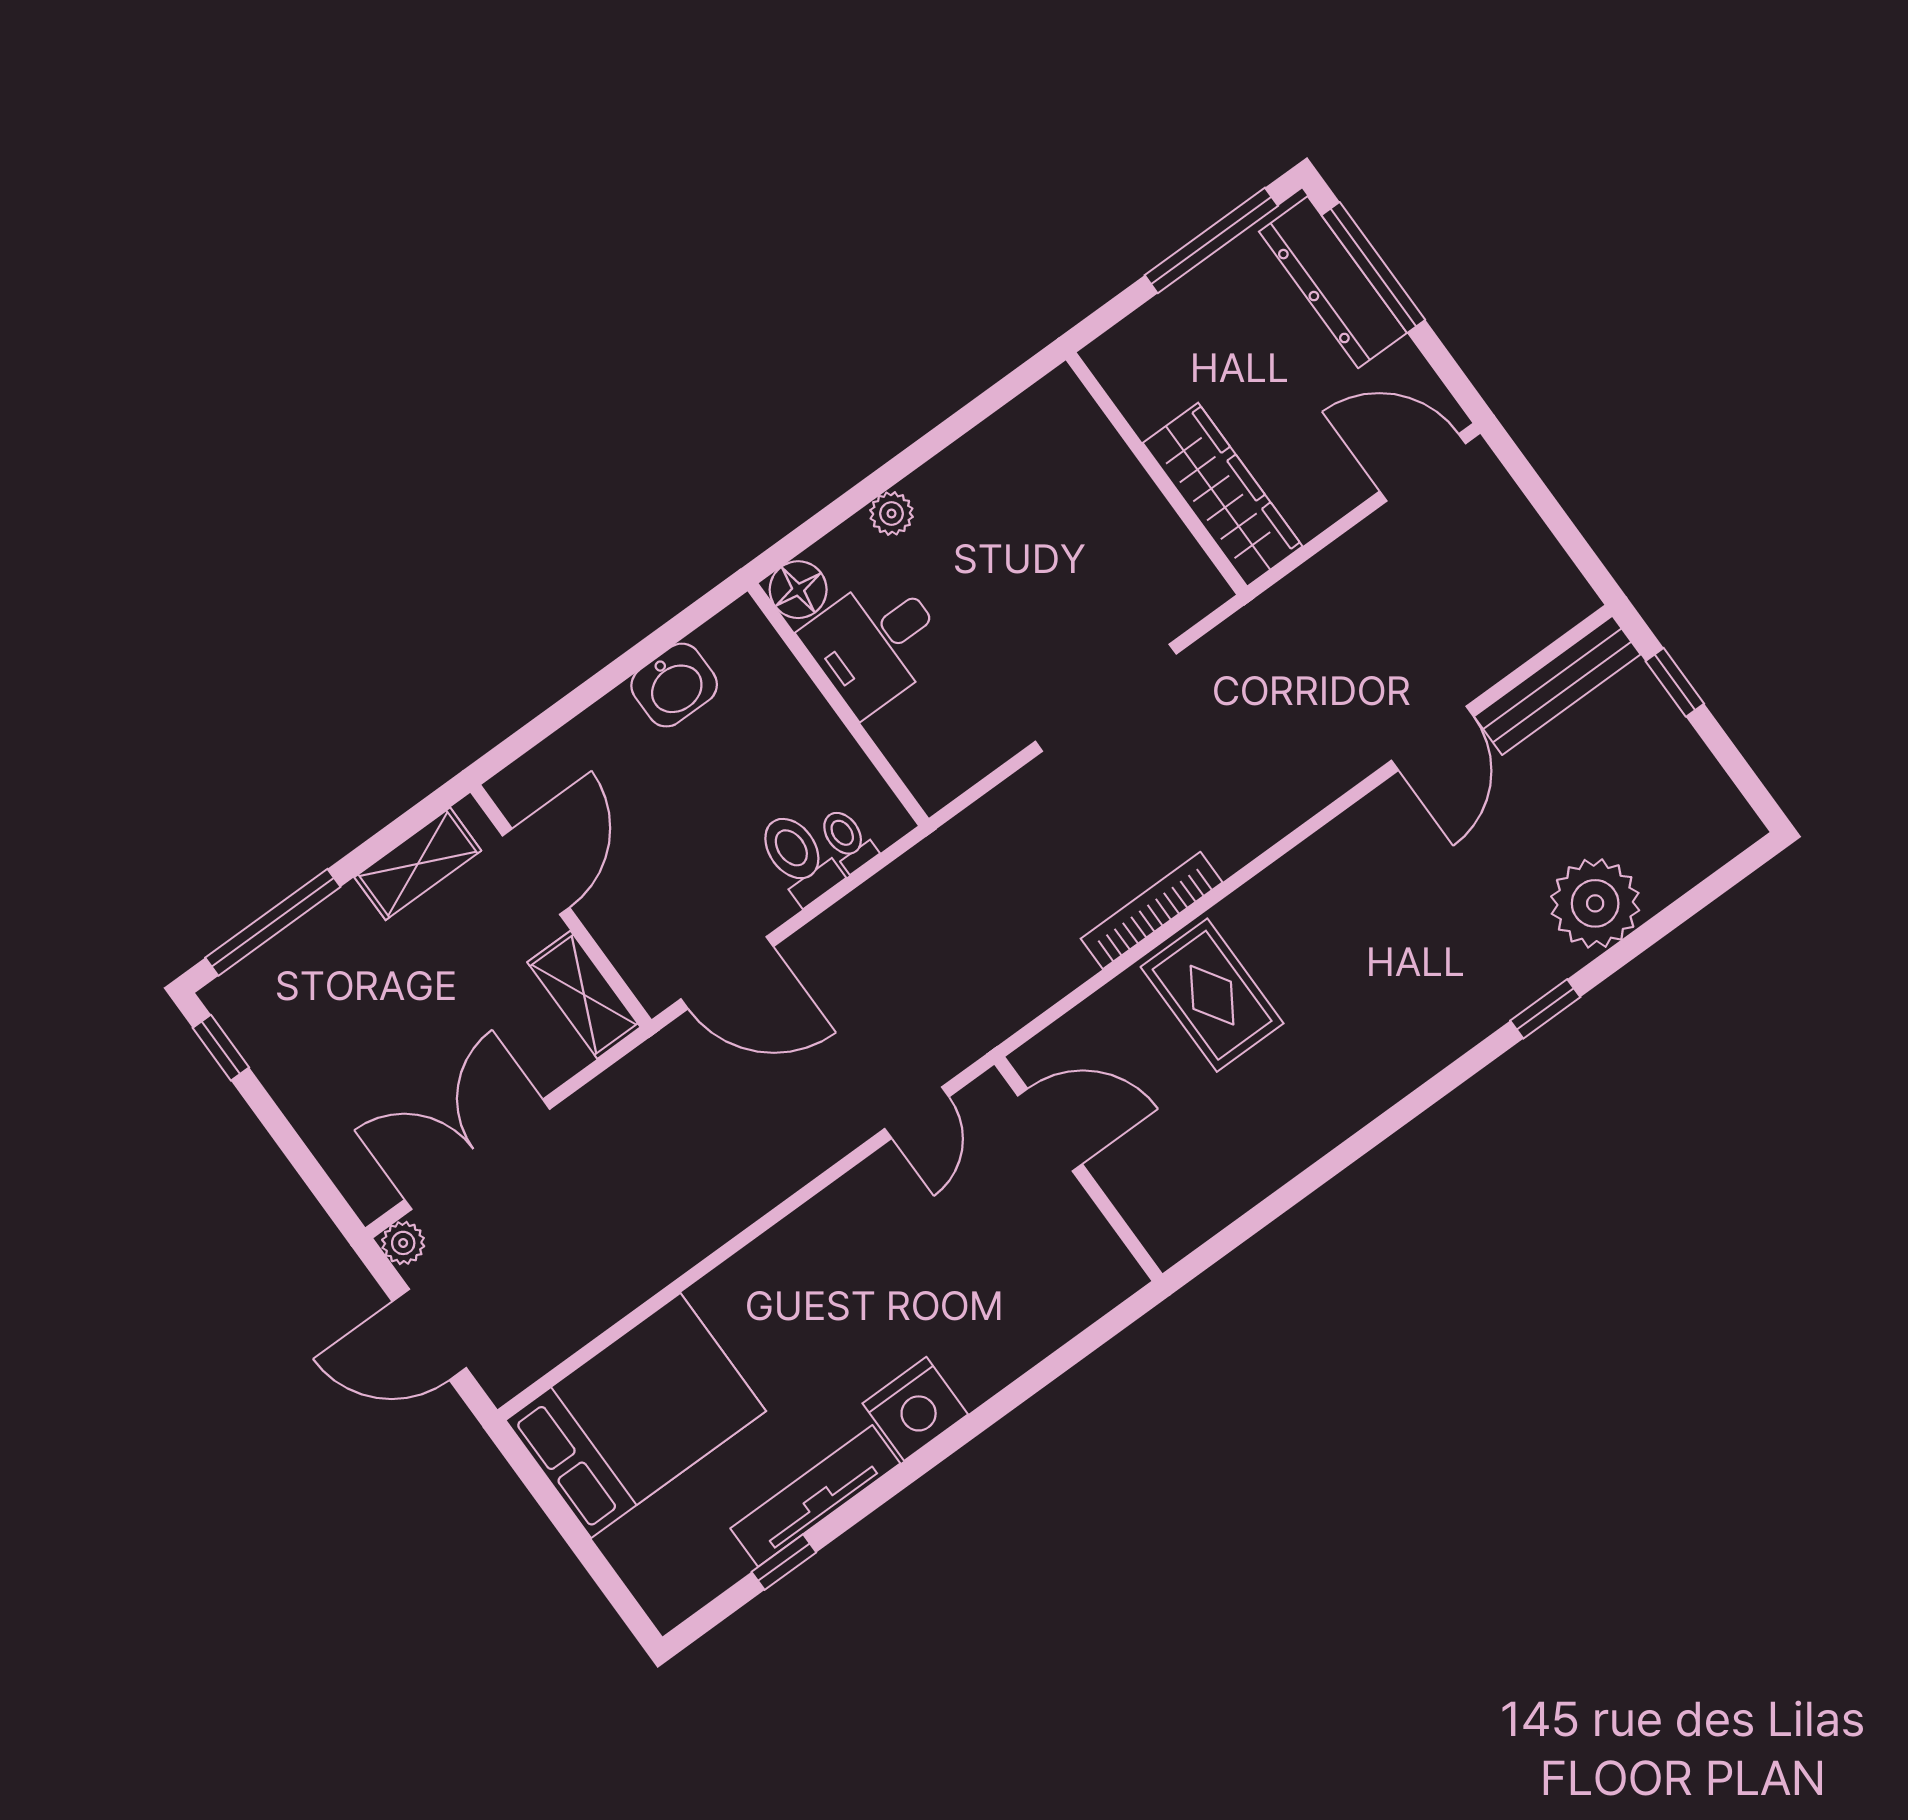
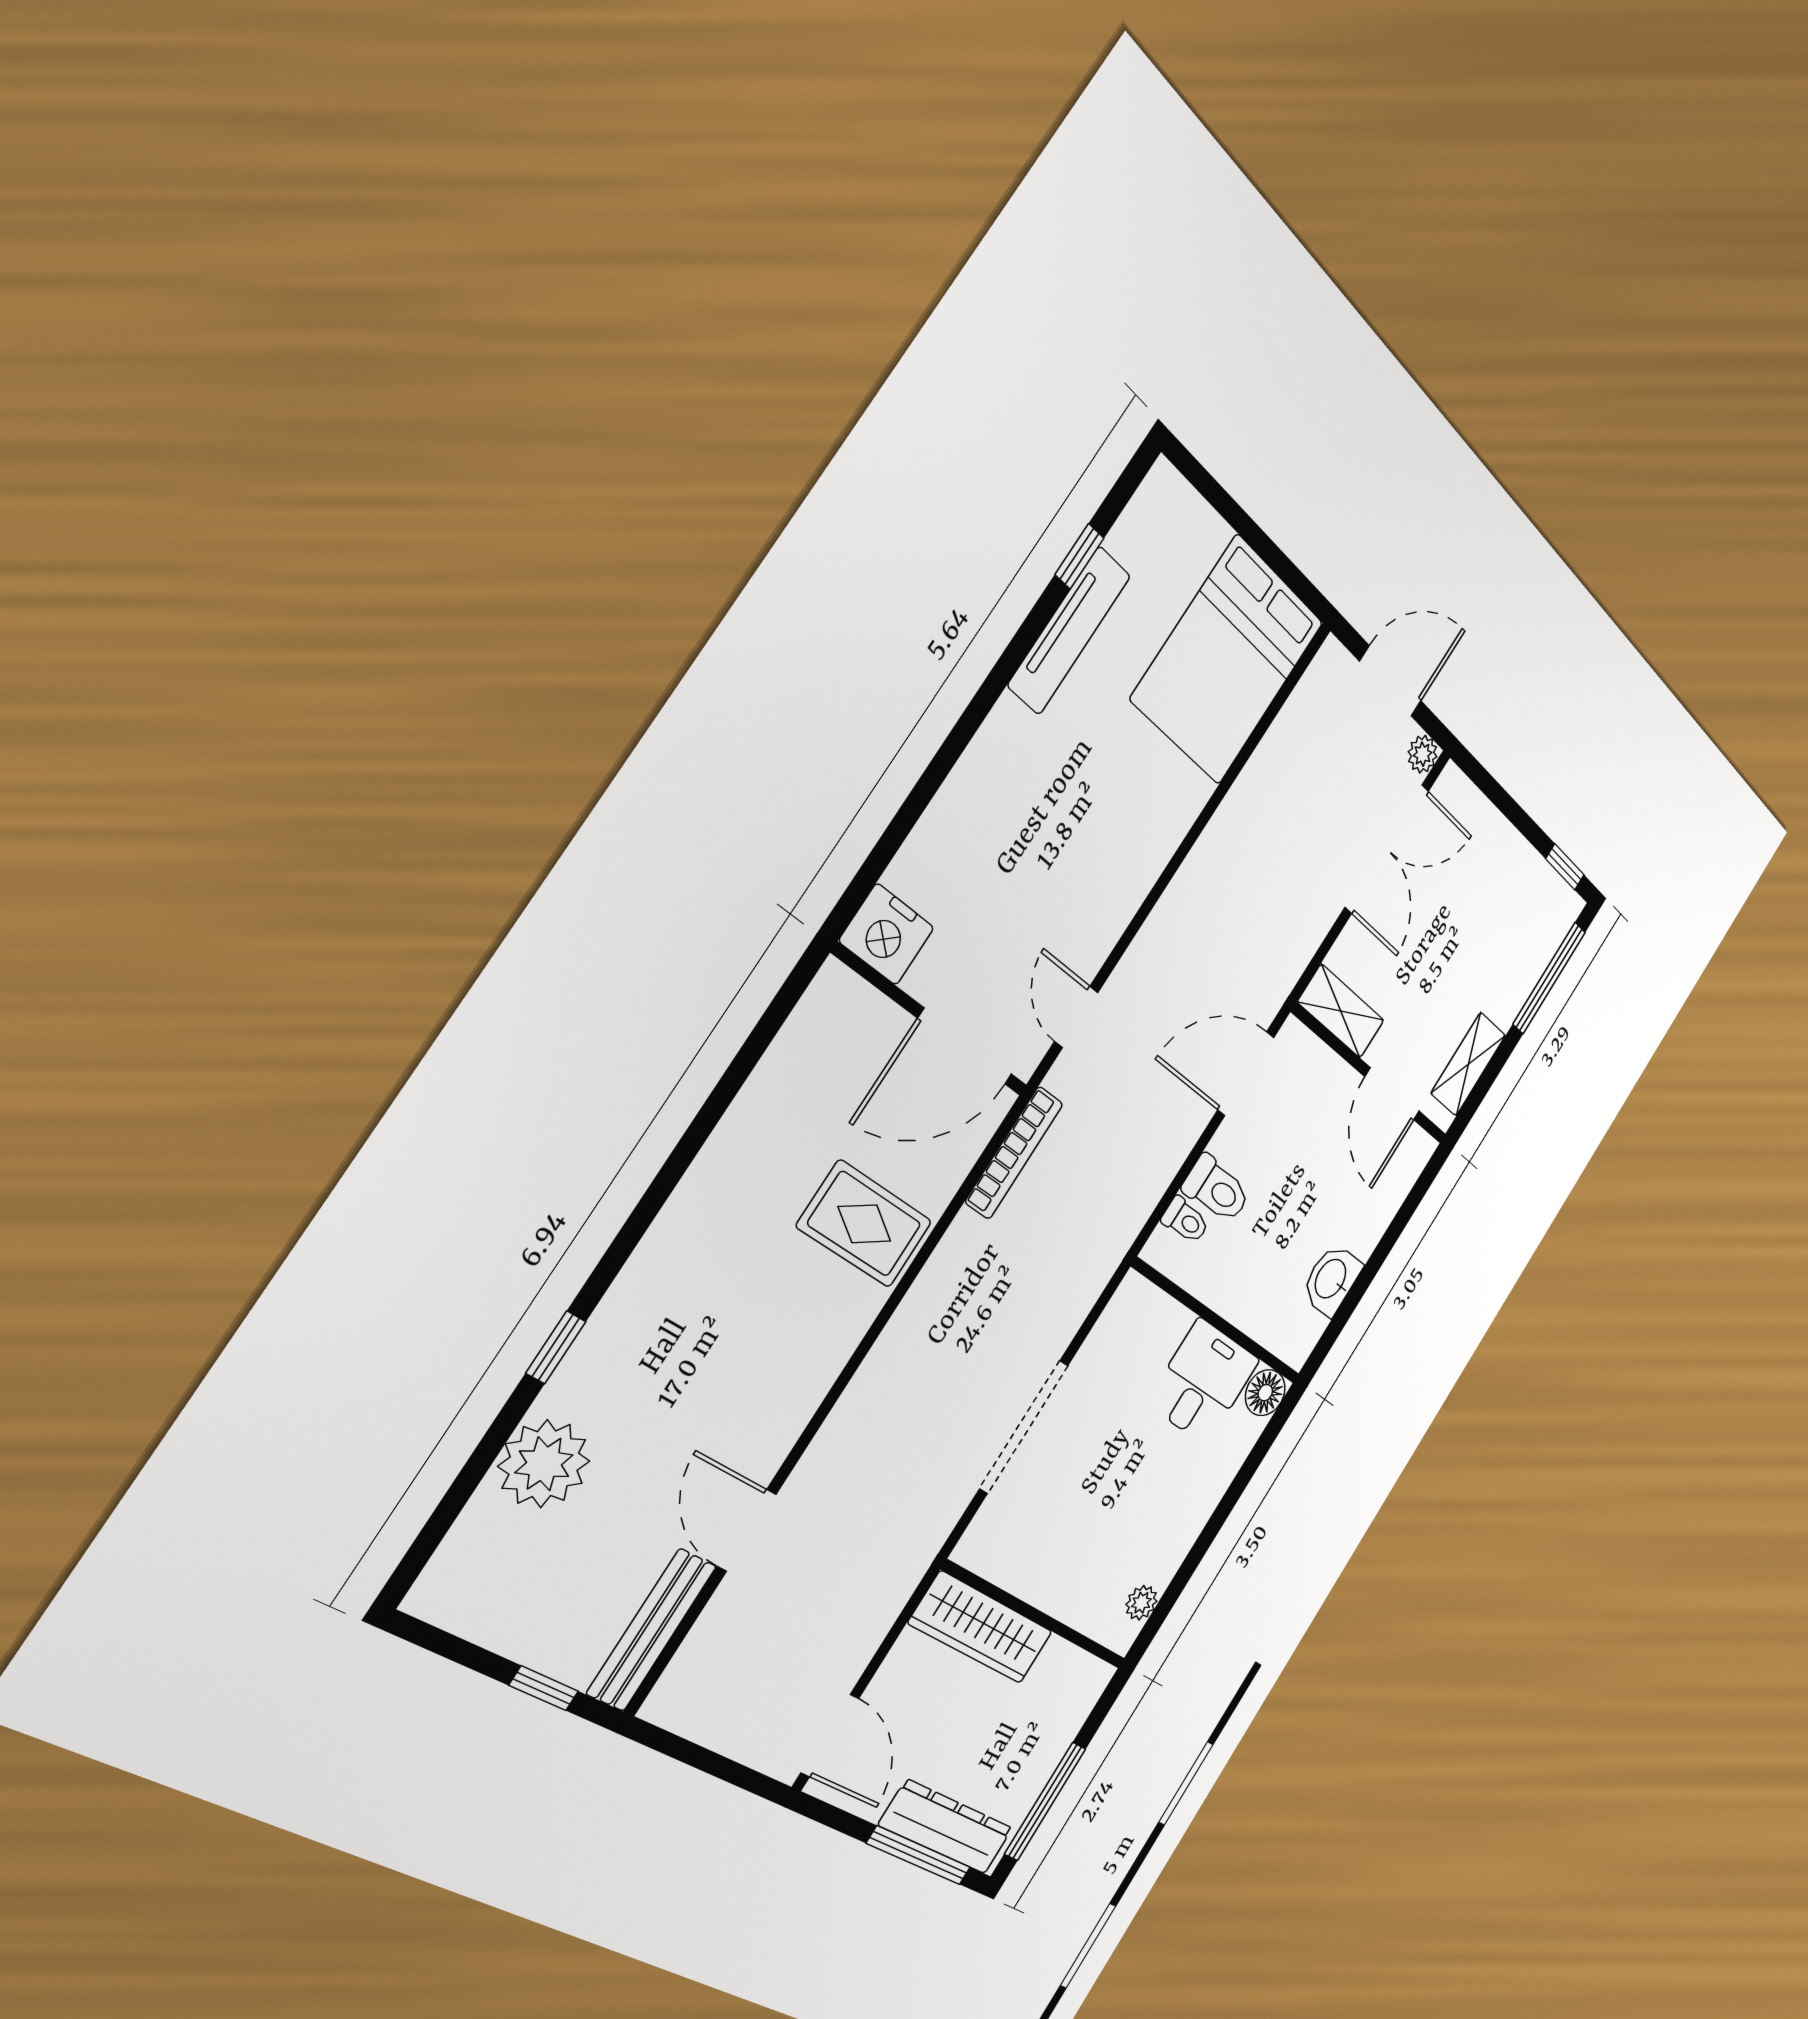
door: (1423, 467) -> (830, 1736), hinge flipped
plant: (892, 514) -> (1141, 1603), moved
bookcase: (1152, 910) -> (1014, 1153), moved
door: (1050, 1130) -> (965, 1046), width x1.36
nightstand: (915, 1409) -> (886, 934), moved, turned -90

